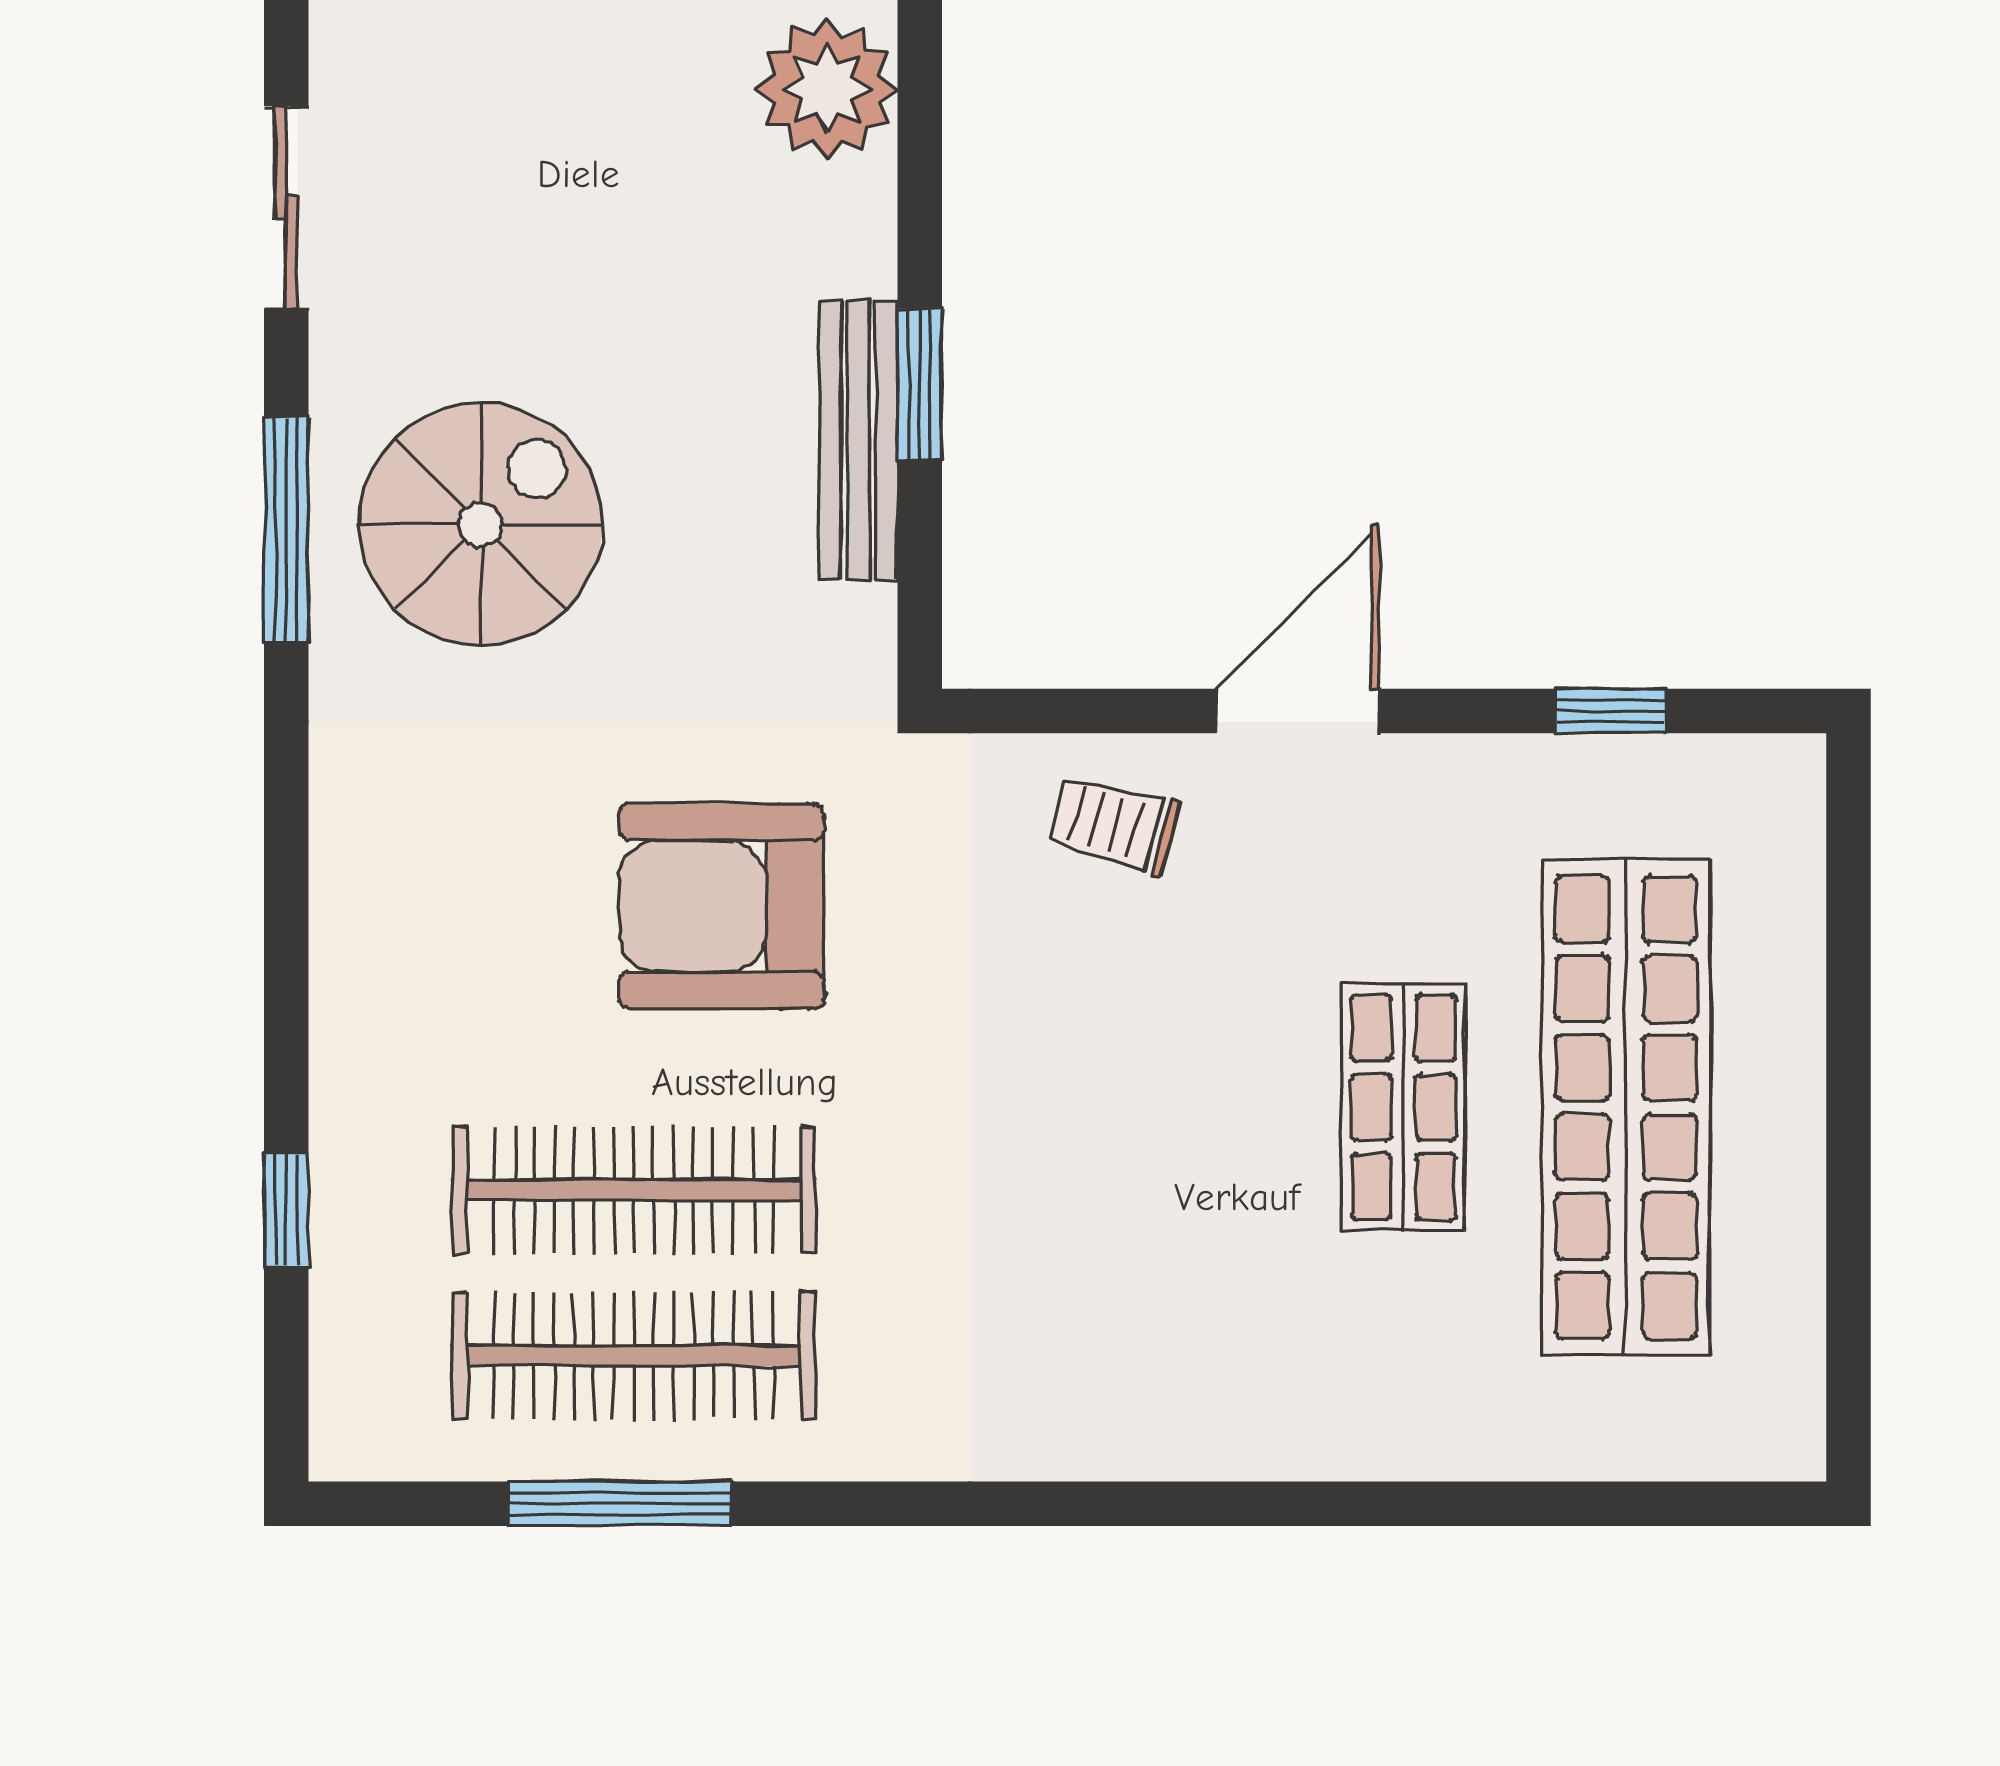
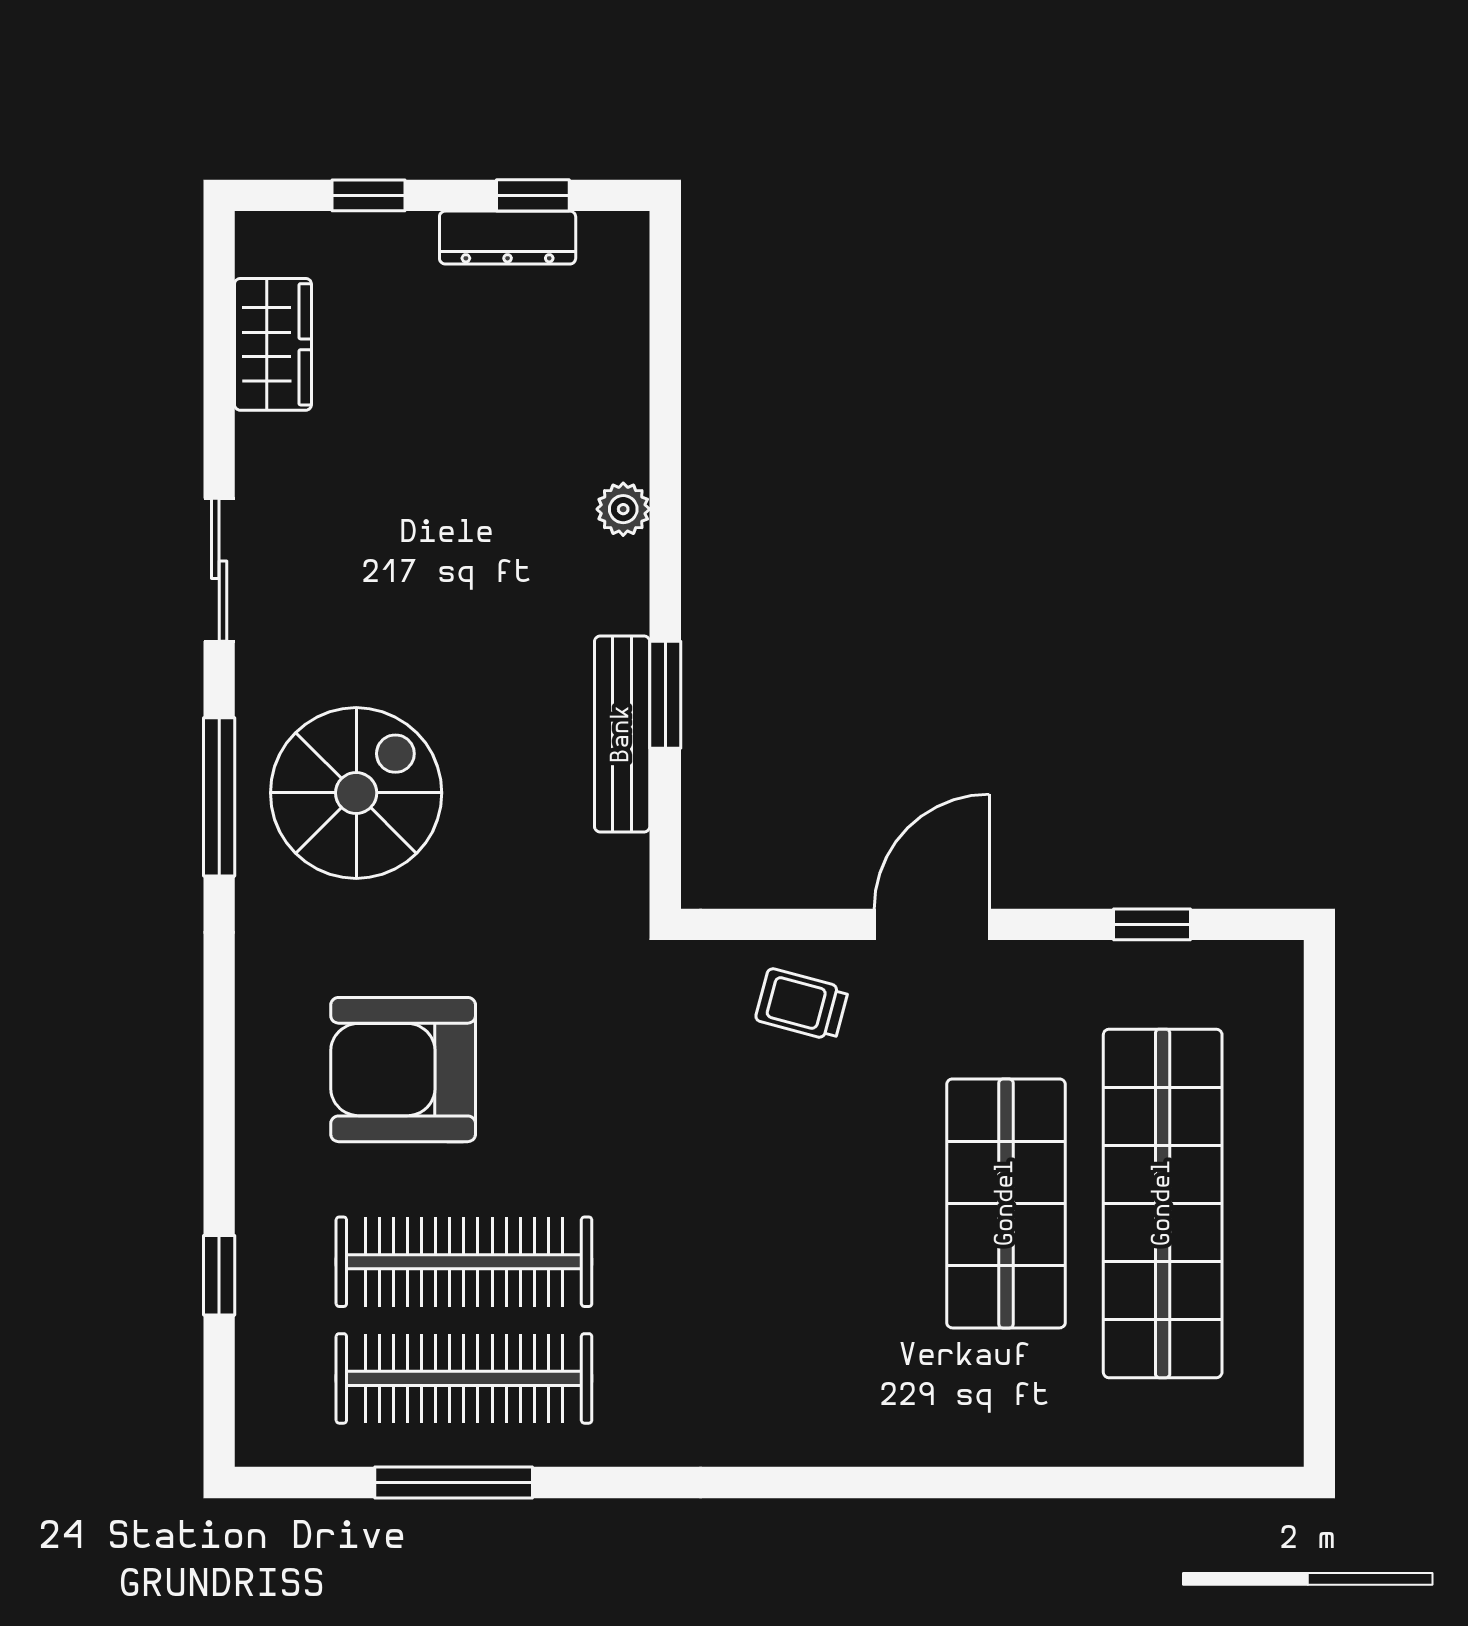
plant: (827, 89) -> (623, 509), width x0.53, depth x0.53
armchair: (721, 906) -> (403, 1070), moved
shop shelf: (1404, 1107) -> (1006, 1203), width x1.43, depth x1.36

